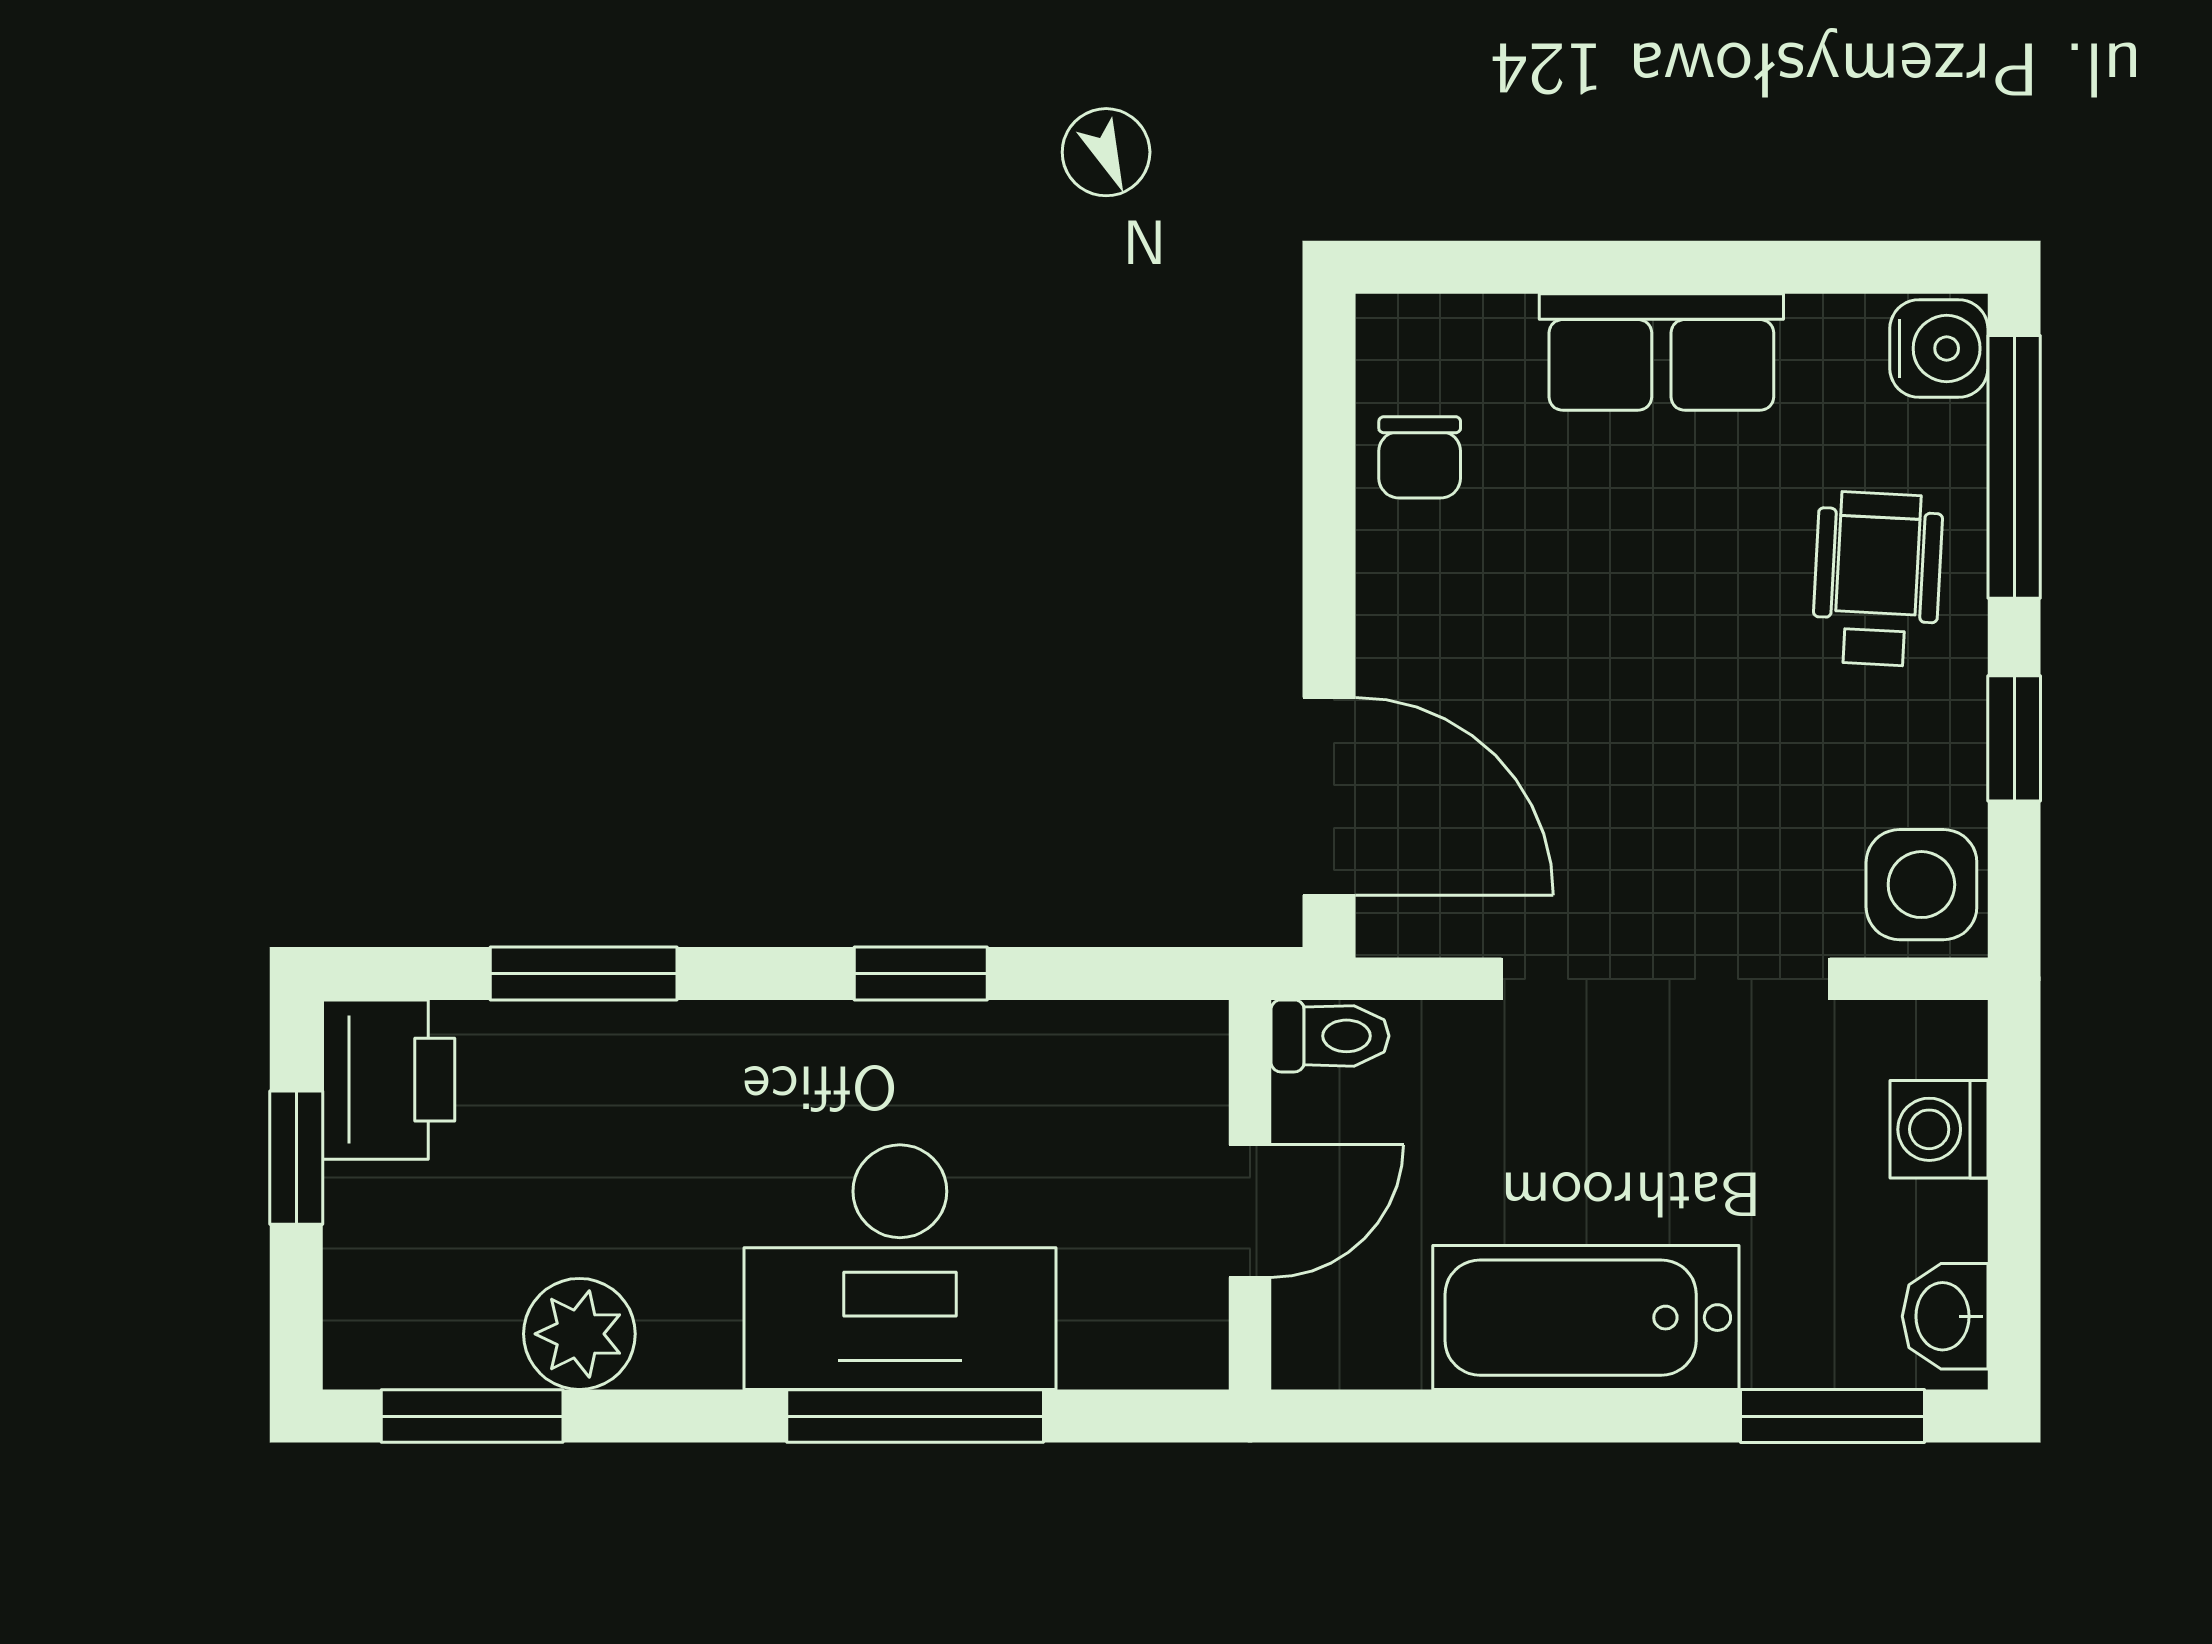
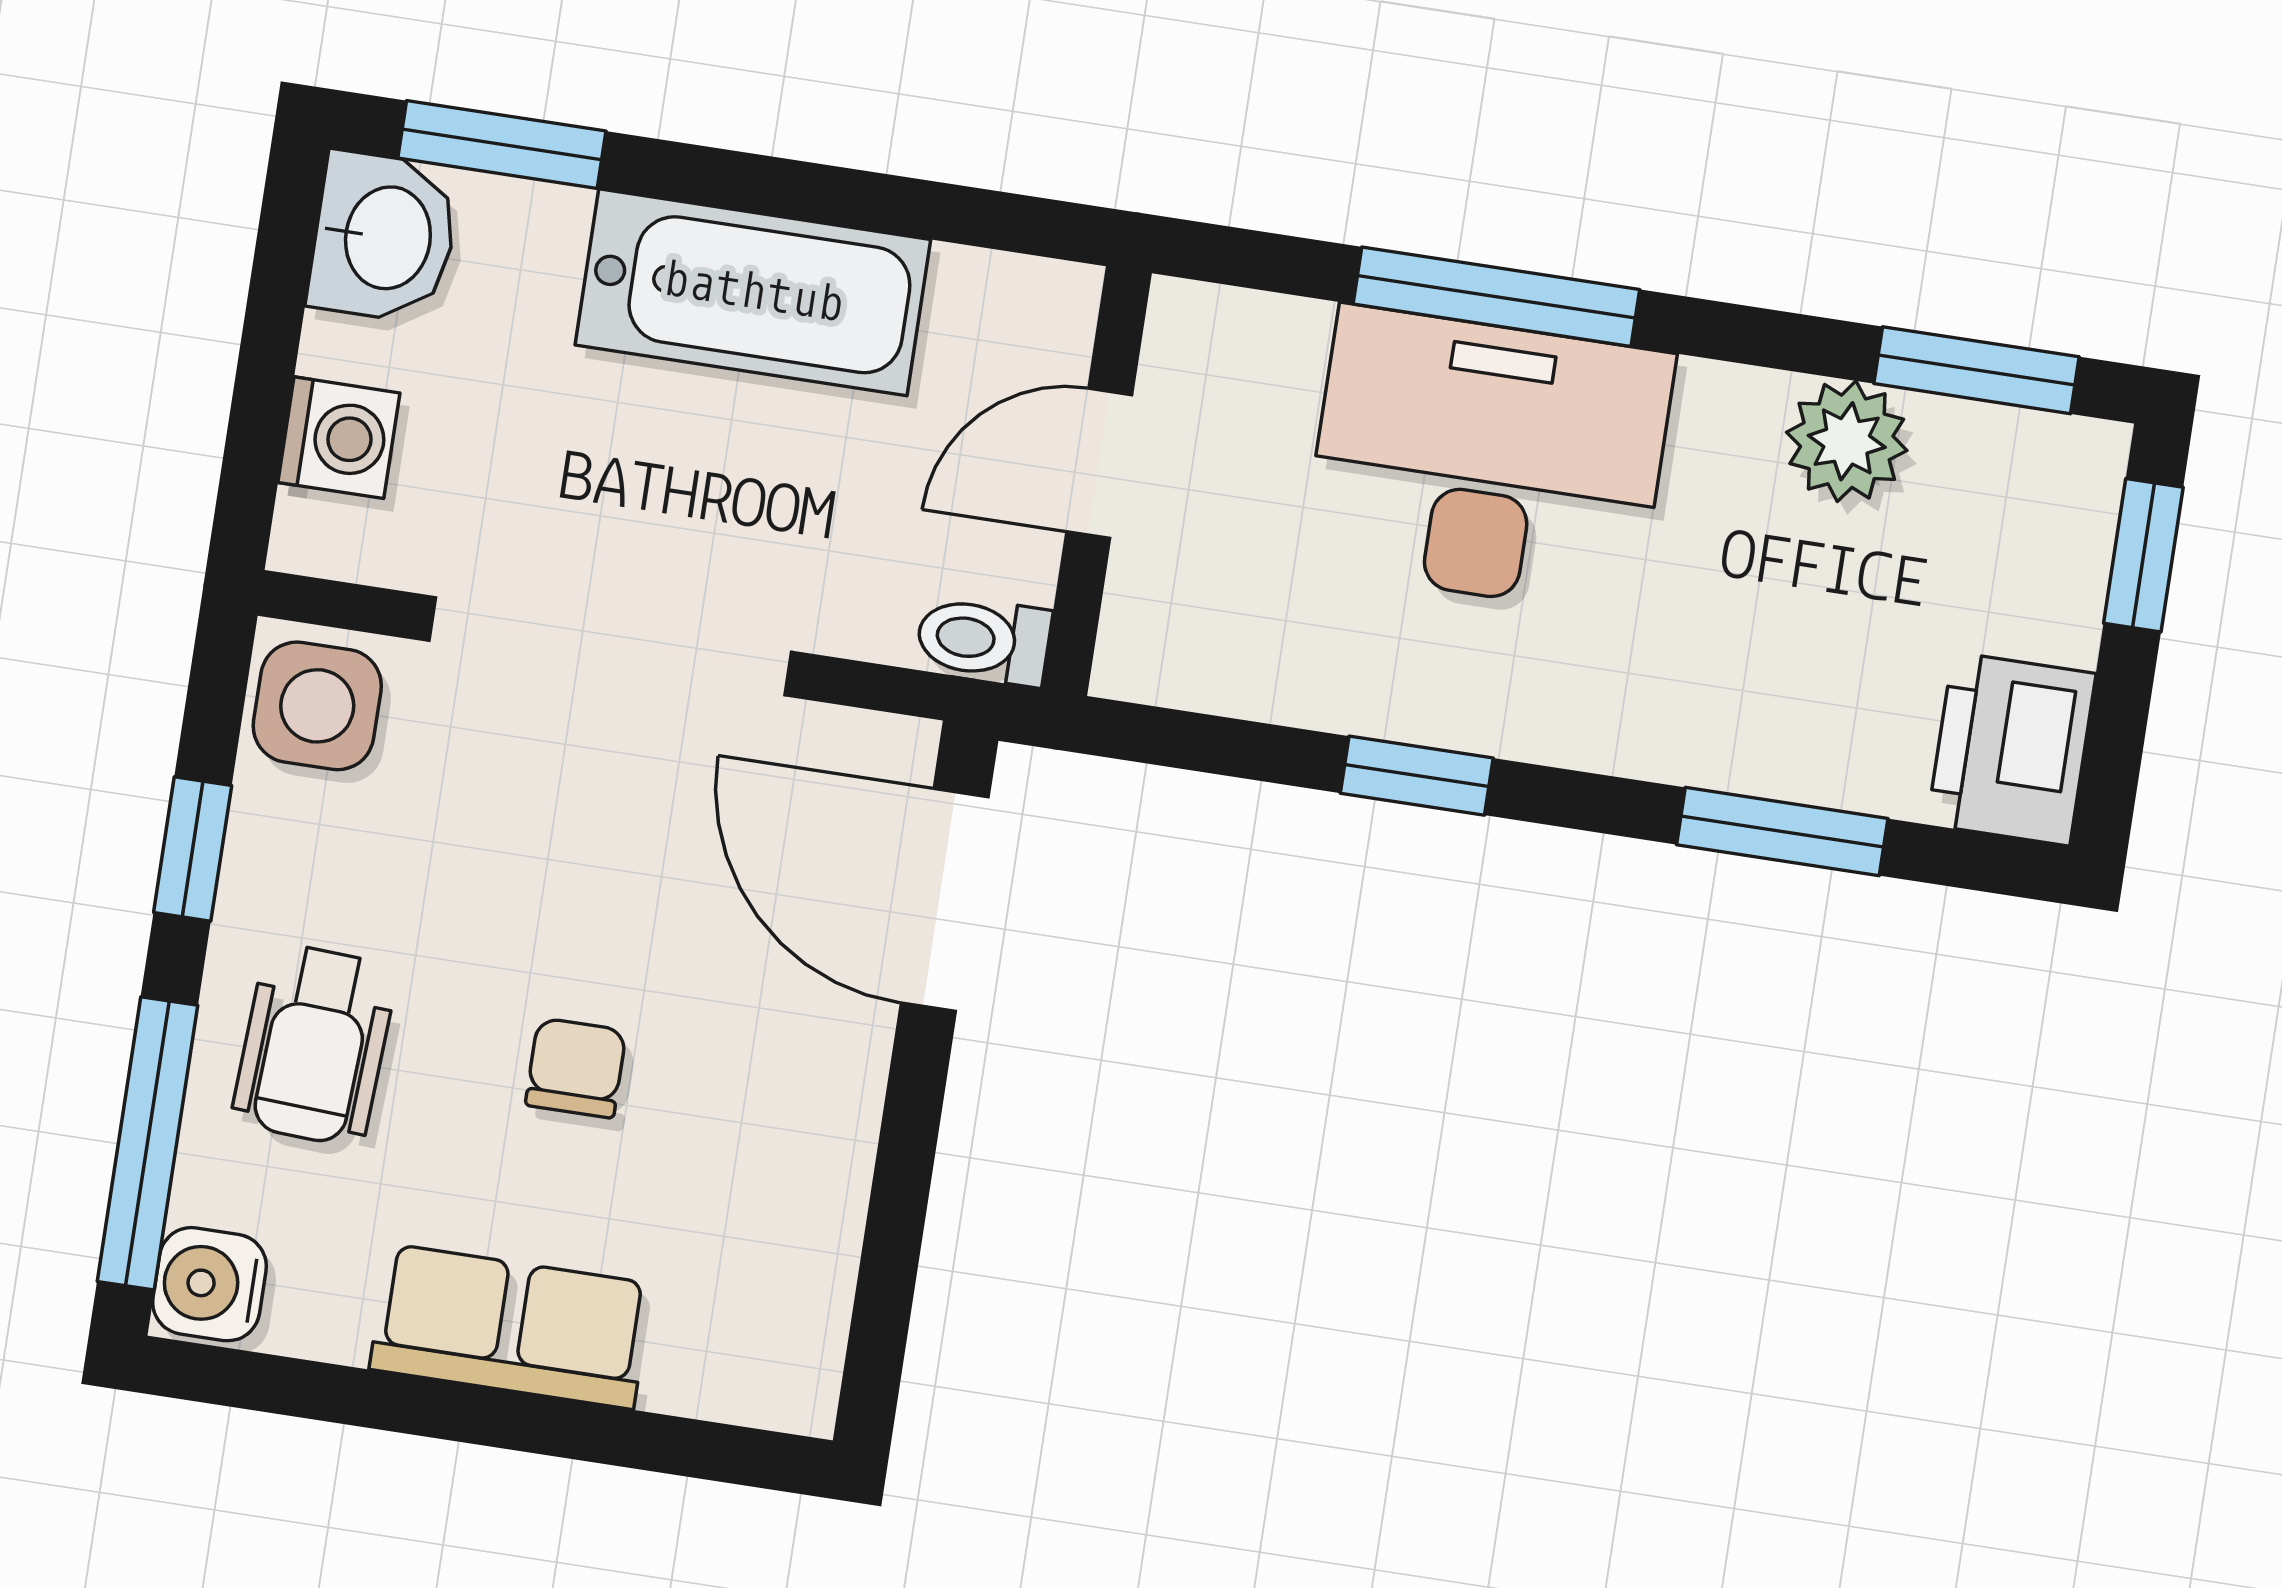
chair: (1420, 457) -> (576, 1068), moved
window: (296, 1158) -> (2143, 555), moved
washbasin: (1945, 1316) -> (384, 237), width x1.38, depth x1.45

